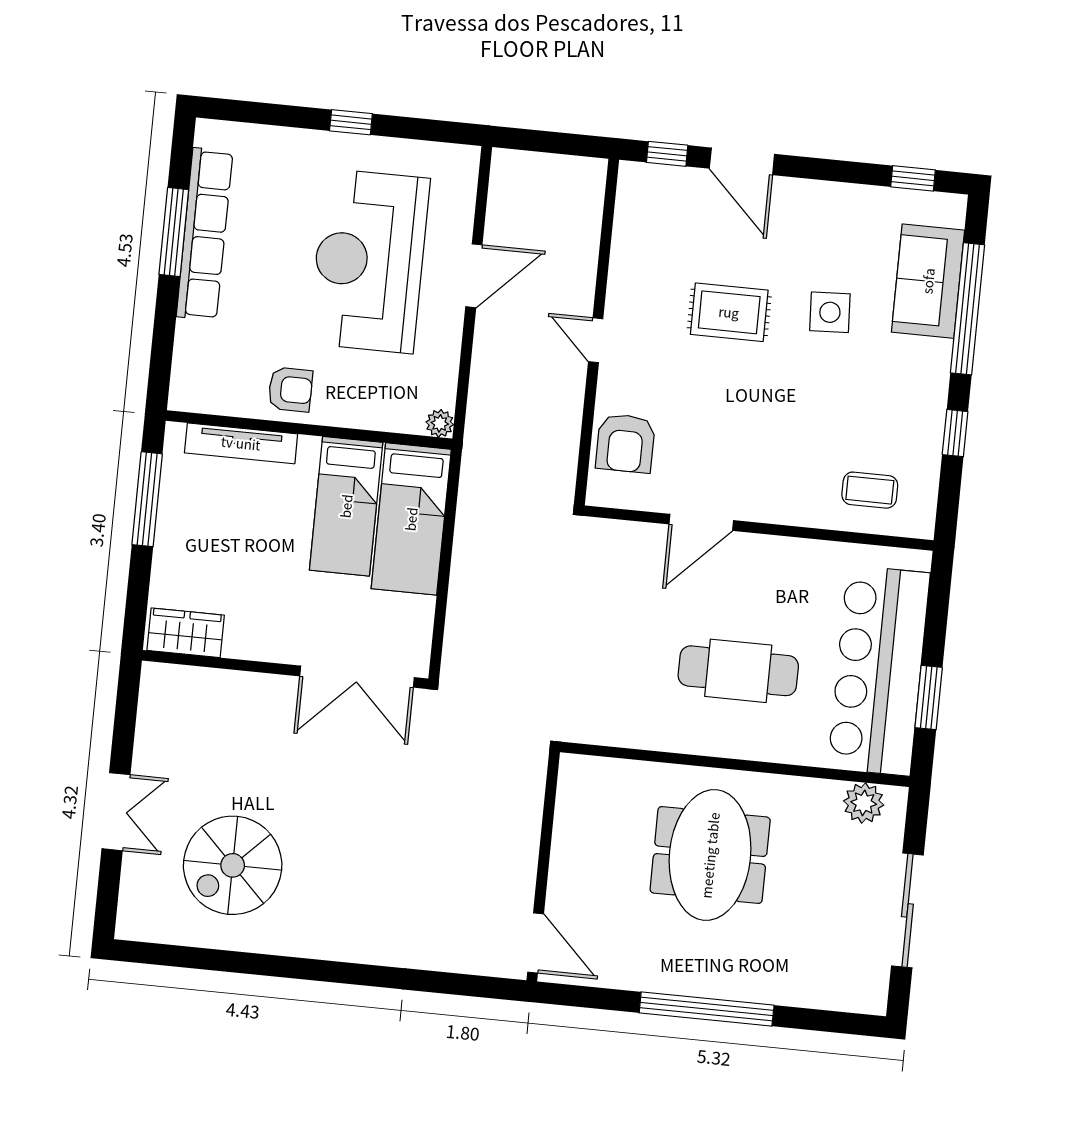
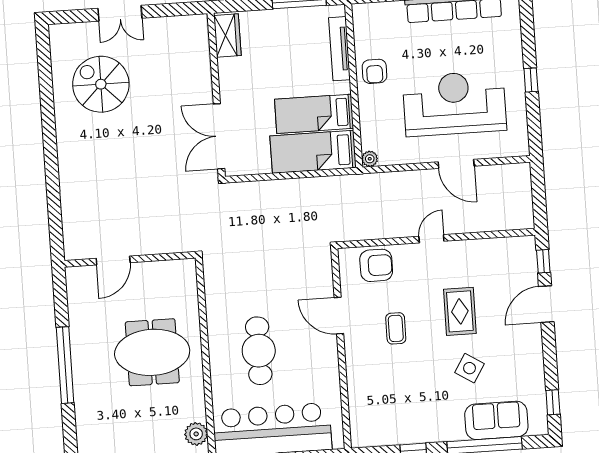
side table: (830, 312) -> (470, 368), turned 35
armchair: (625, 443) -> (376, 265), turned 180
coffee table: (870, 490) -> (396, 328), moved
door: (536, 943) -> (113, 260), moved

